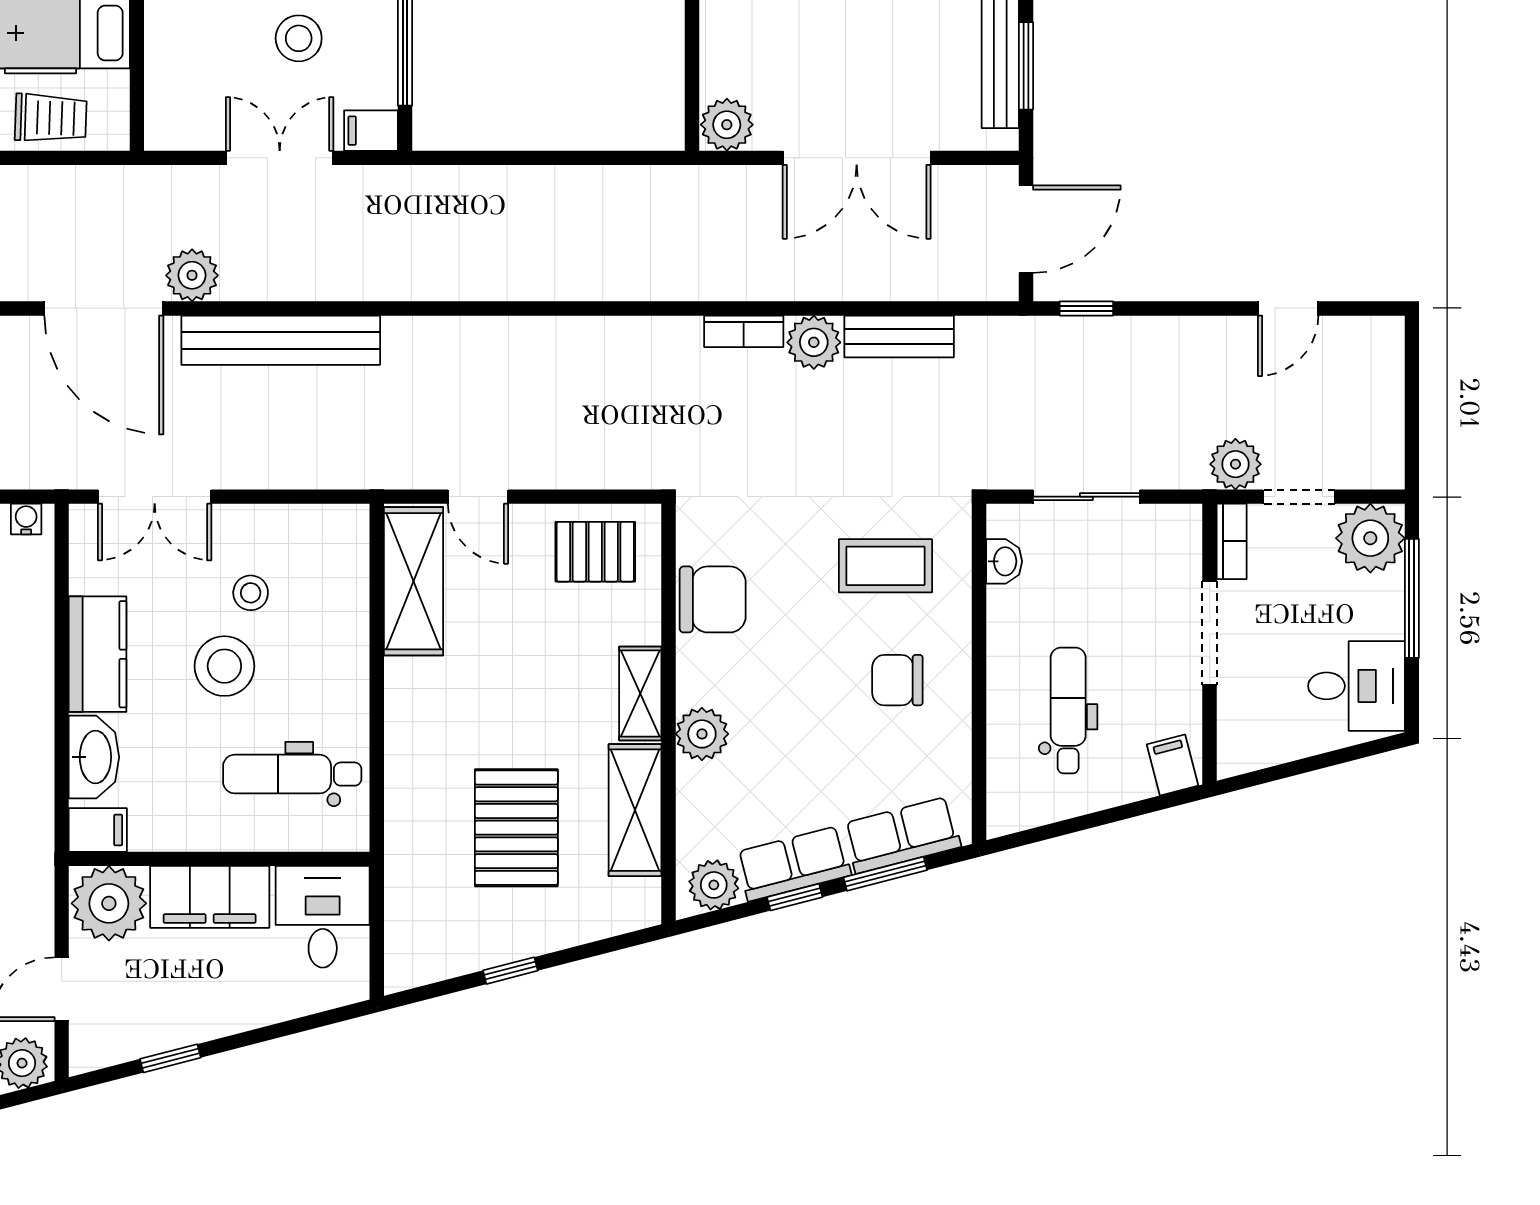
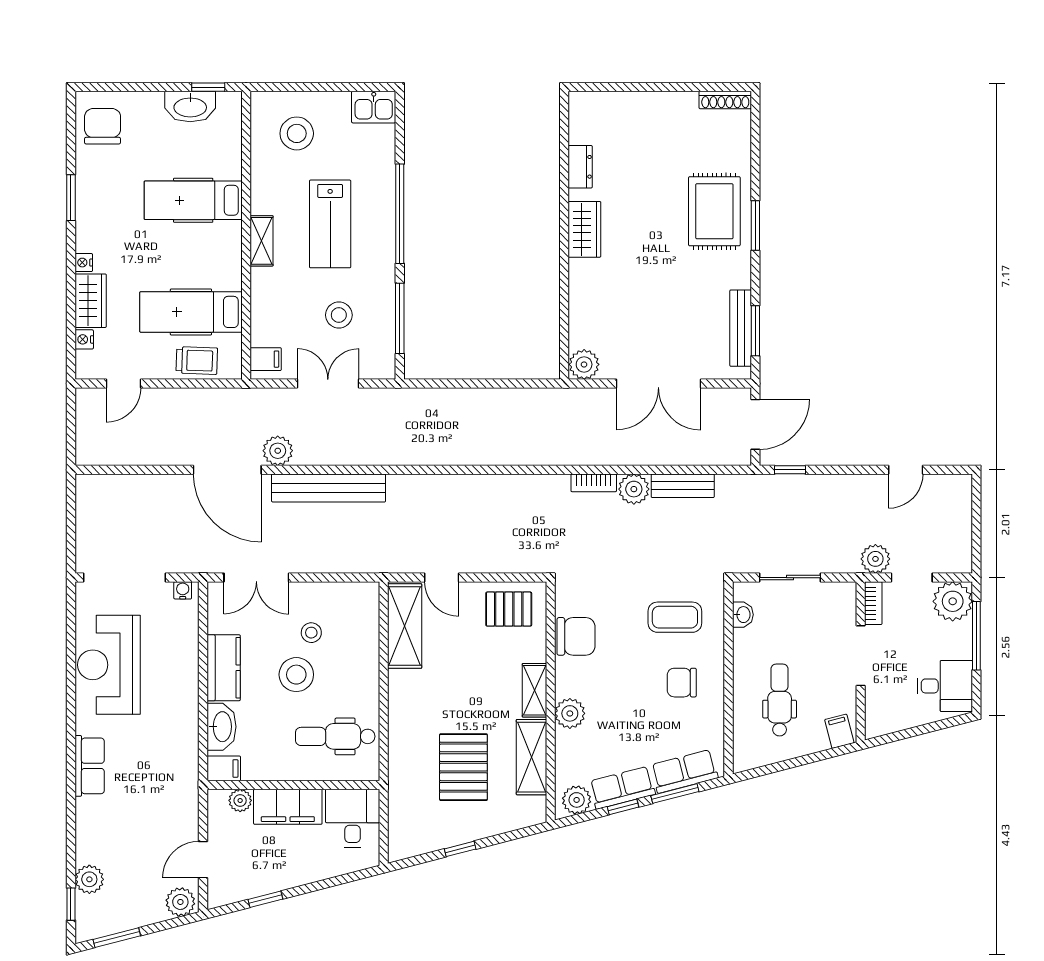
filing cabinet: (371, 131) -> (266, 359), moved, turned 180
plant: (109, 903) -> (240, 800), width x0.53, depth x0.53

